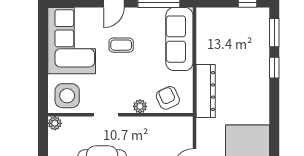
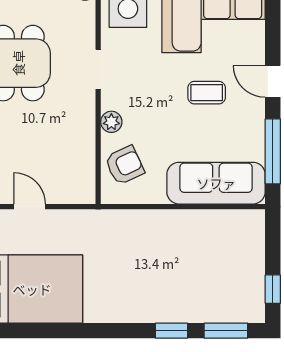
coffee table: (121, 45) -> (207, 93), turned 90
dresser: (206, 91) -> (135, 224), removed

